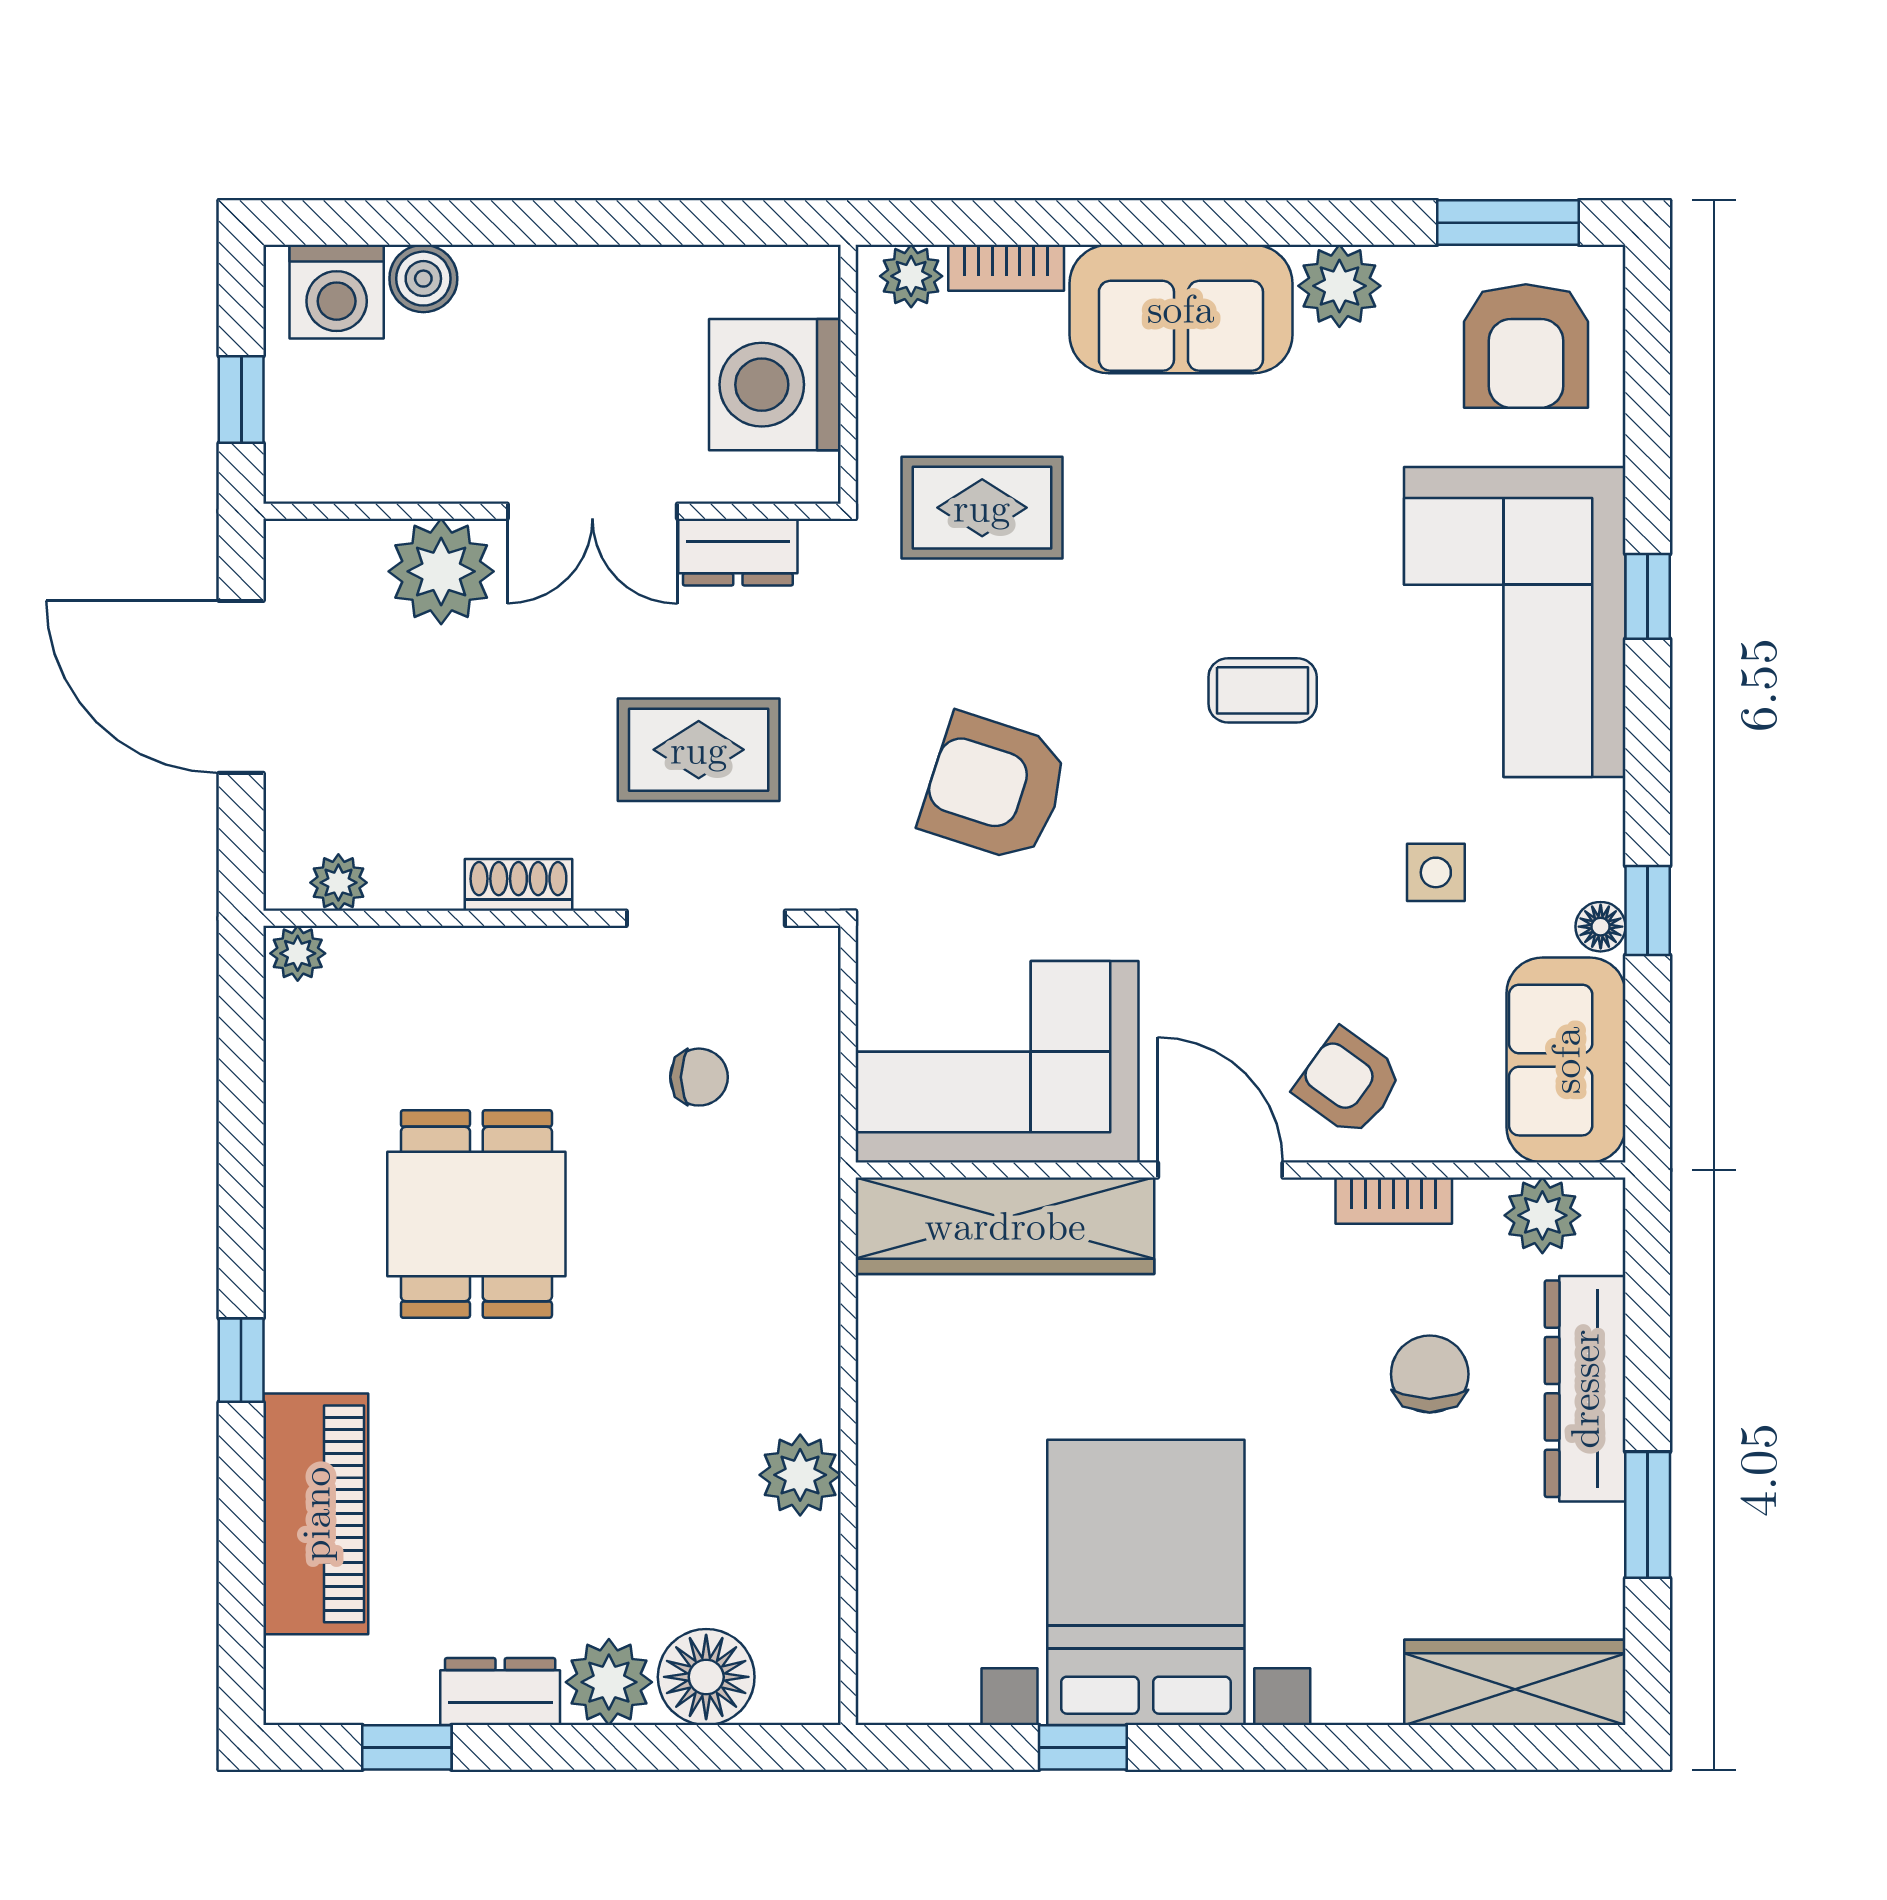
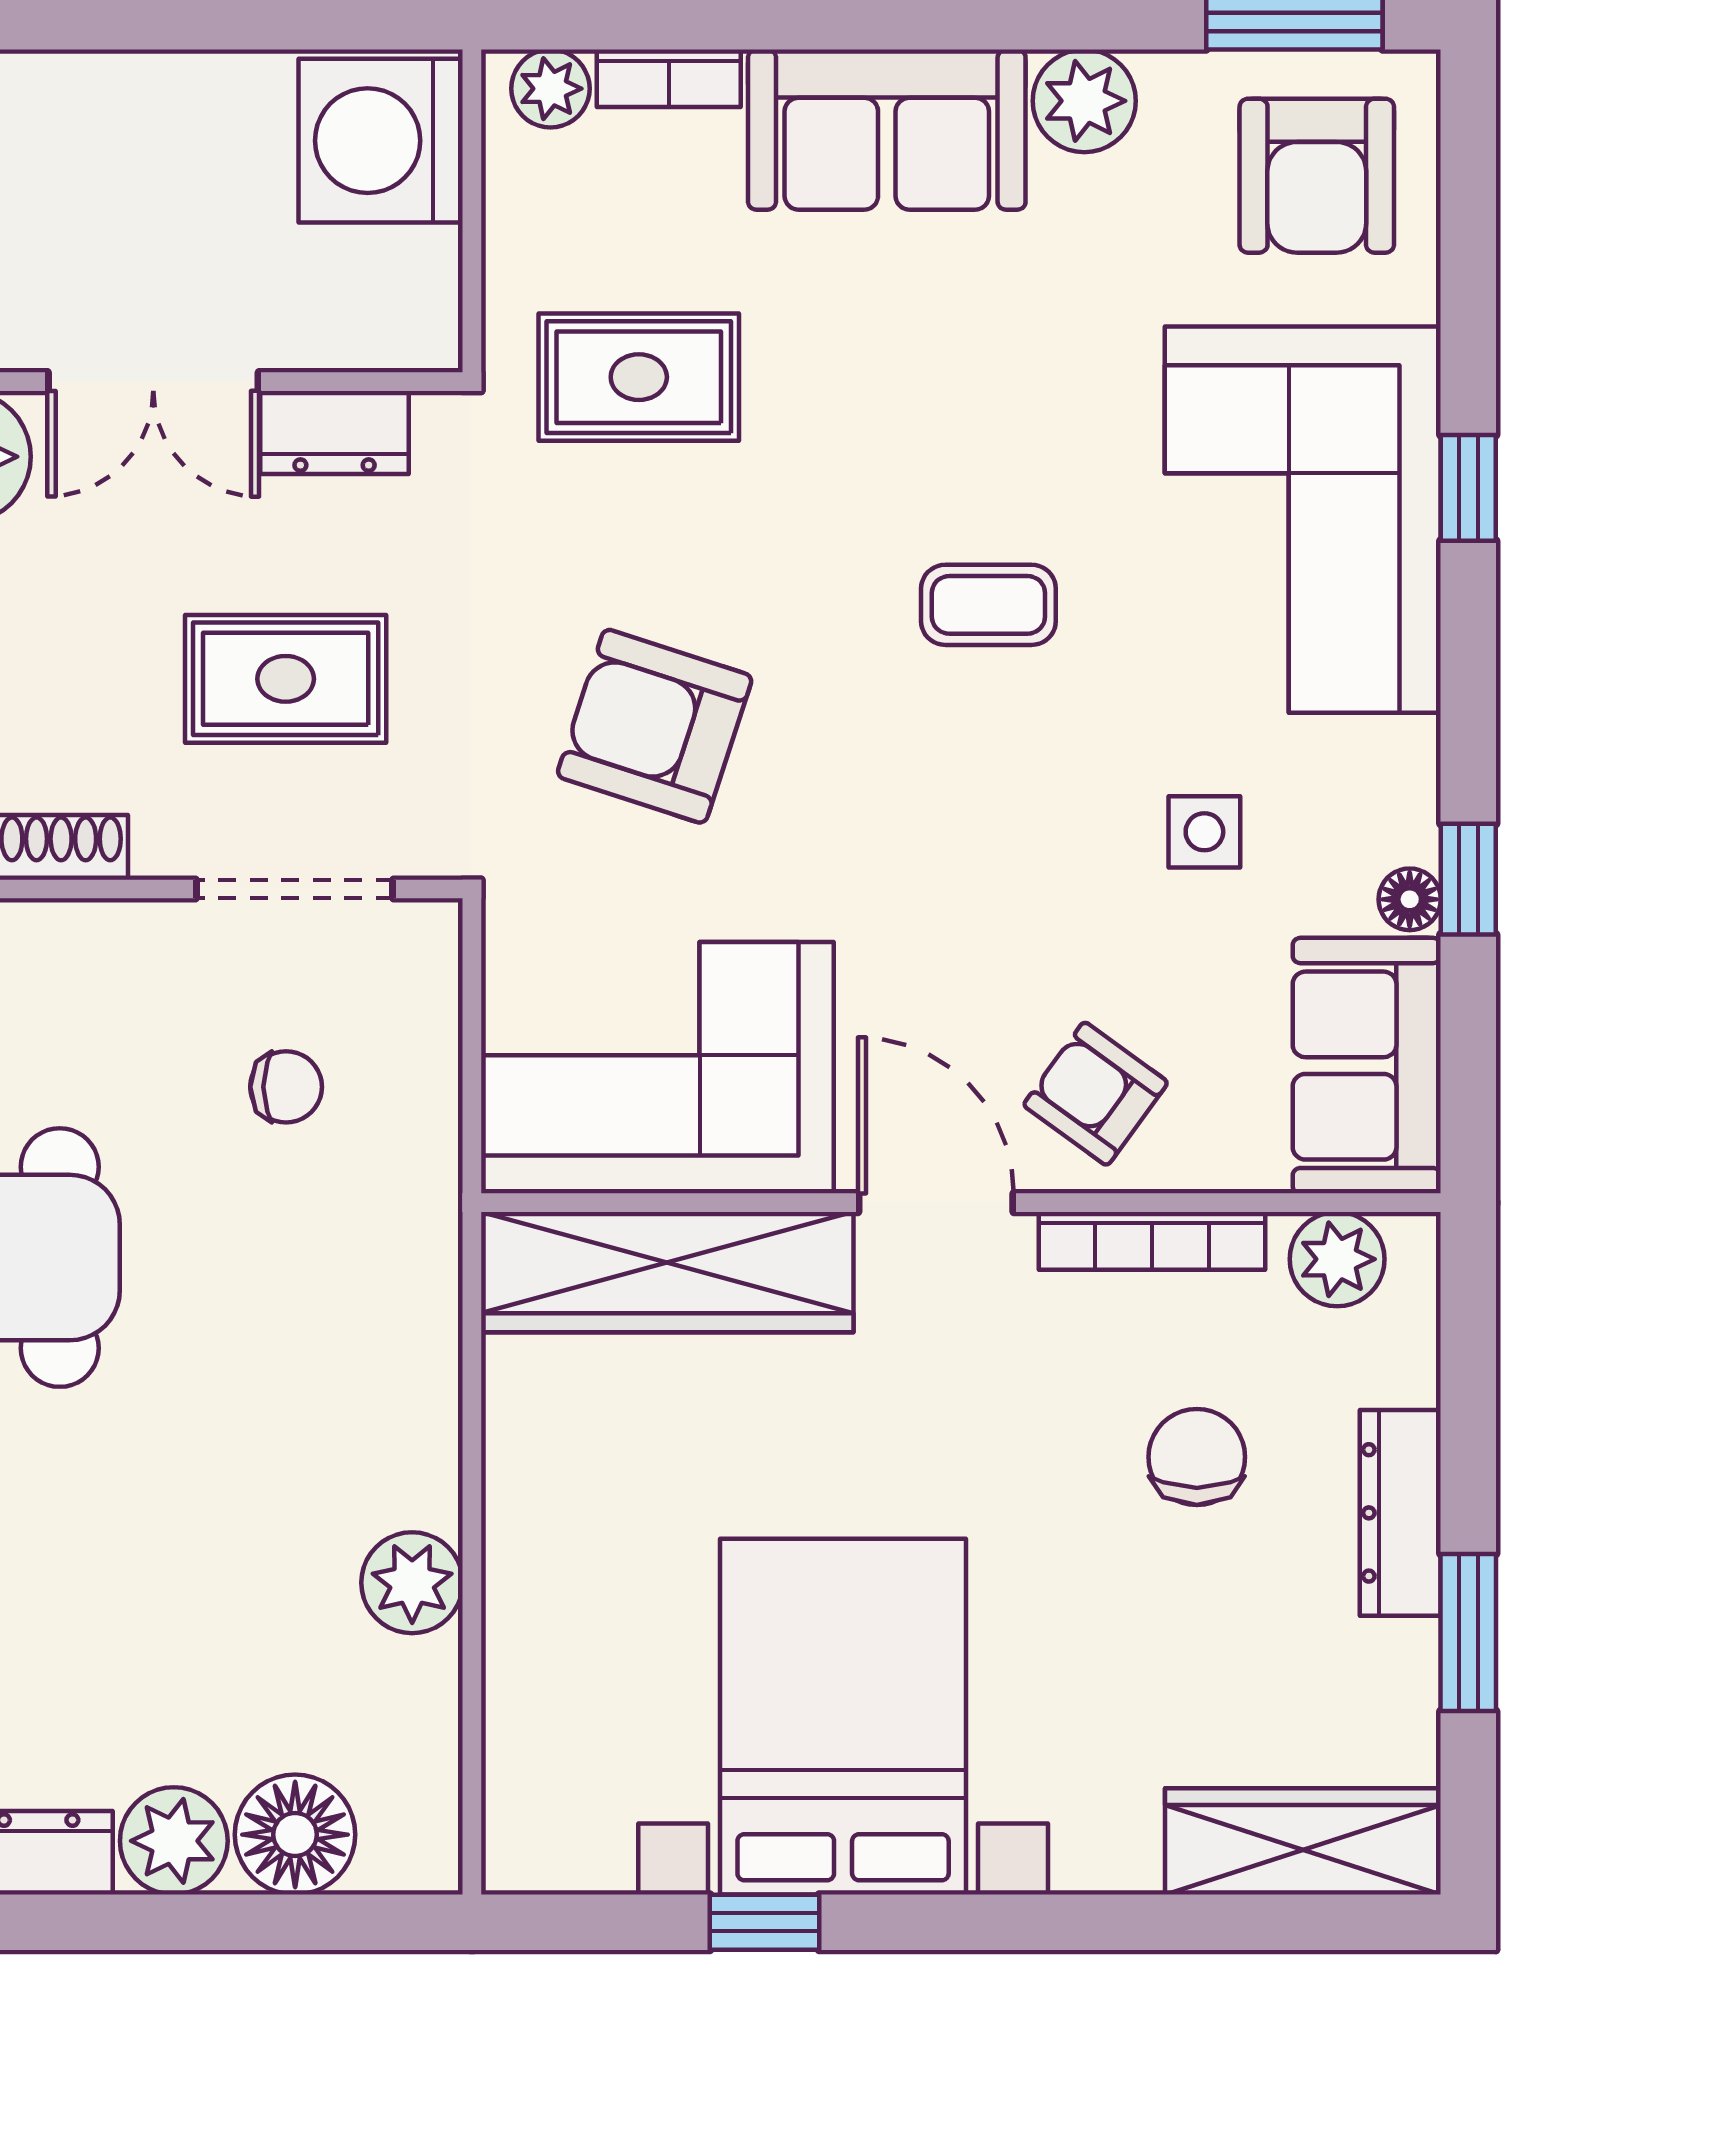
washing machine: (775, 385) -> (381, 141), moved
bookcase: (1394, 1201) -> (1152, 1241), width x1.56
dresser: (1585, 1389) -> (1400, 1513), width x0.73, depth x0.80

